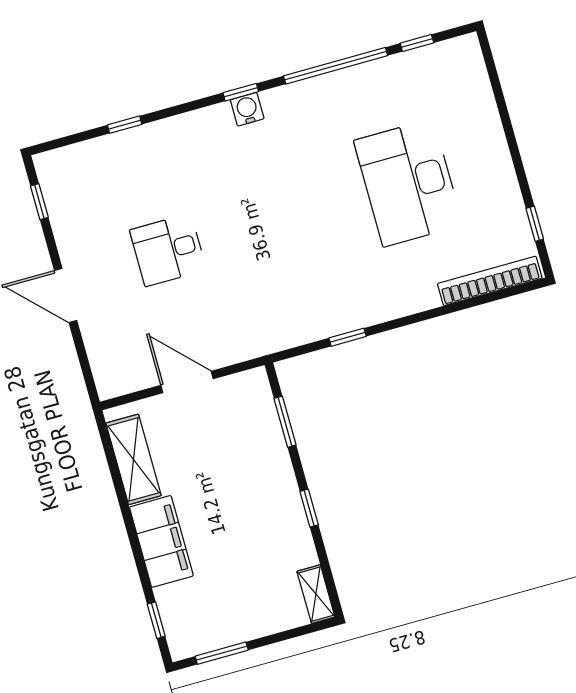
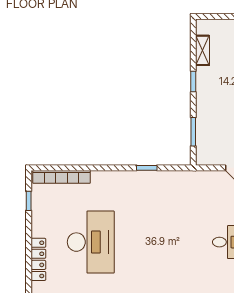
locker: (490, 128) -> (38, 259), added
shelving: (316, 594) -> (202, 50), moved

